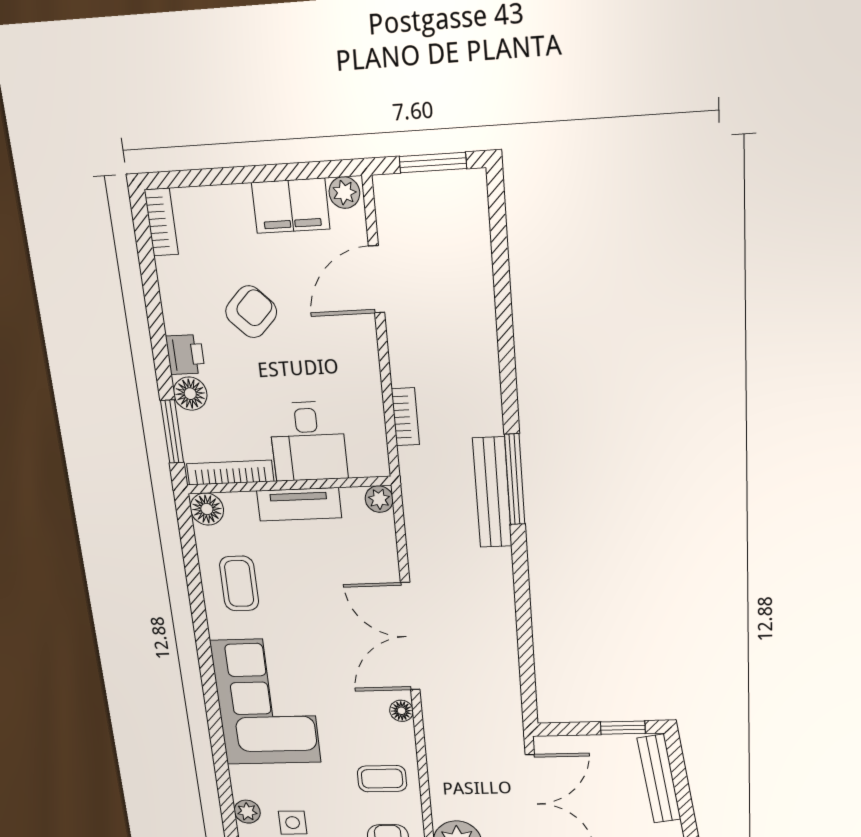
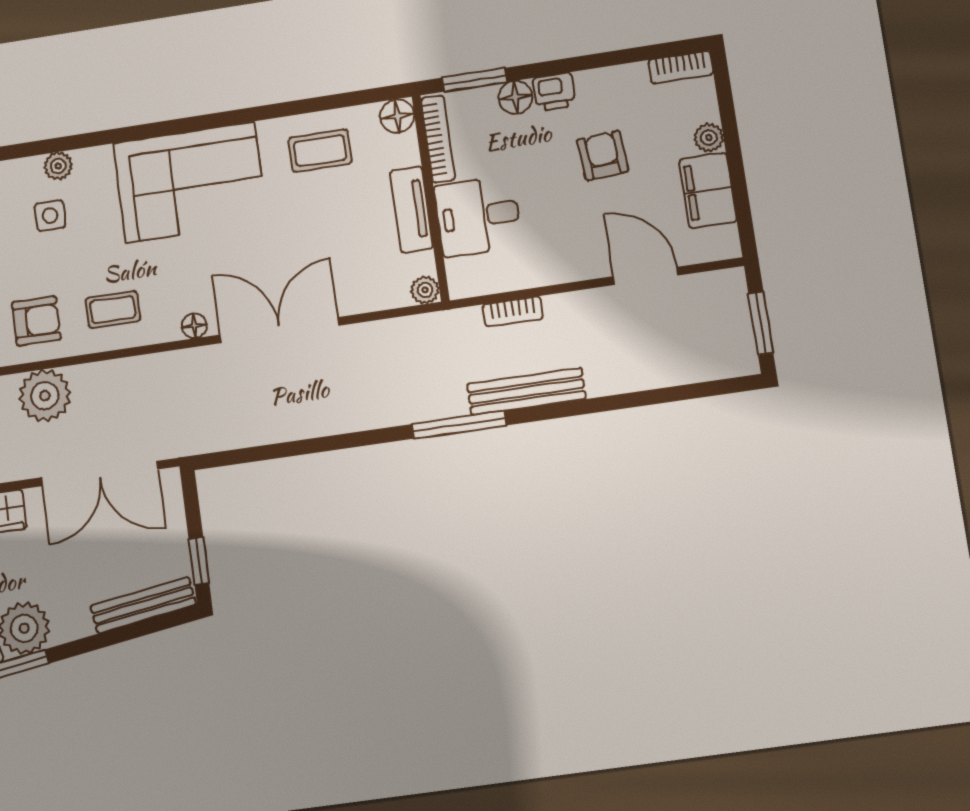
plant: (344, 193) -> (709, 138), moved
armchair: (251, 312) -> (603, 156), turned -139
bench: (492, 492) -> (526, 391), moved
coffee table: (382, 779) -> (113, 310), turned 90

